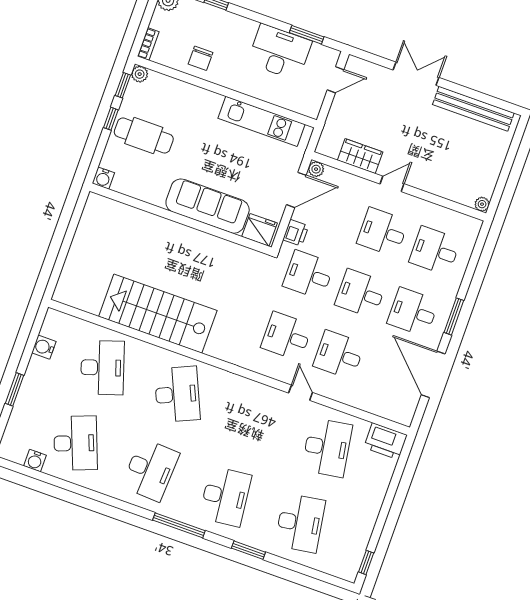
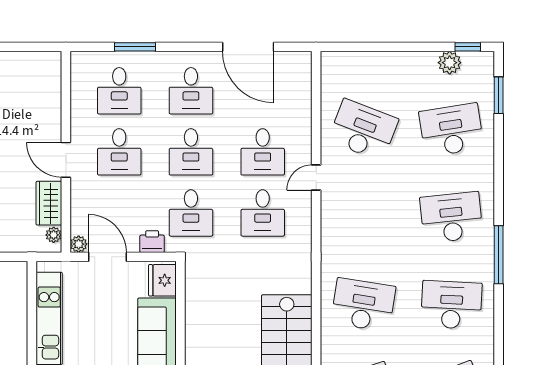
door: (392, 184) -> (66, 160), width x1.38
plant: (482, 204) -> (54, 235), moved
window: (454, 316) -> (135, 47), moved
door: (433, 374) -> (248, 47), hinge flipped
desk: (177, 394) -> (363, 305), turned 33
printer: (386, 441) -> (335, 72), removed
desk: (327, 448) -> (363, 130), turned 30
plant: (358, 542) -> (450, 63), added
window: (248, 550) -> (499, 95), moved

